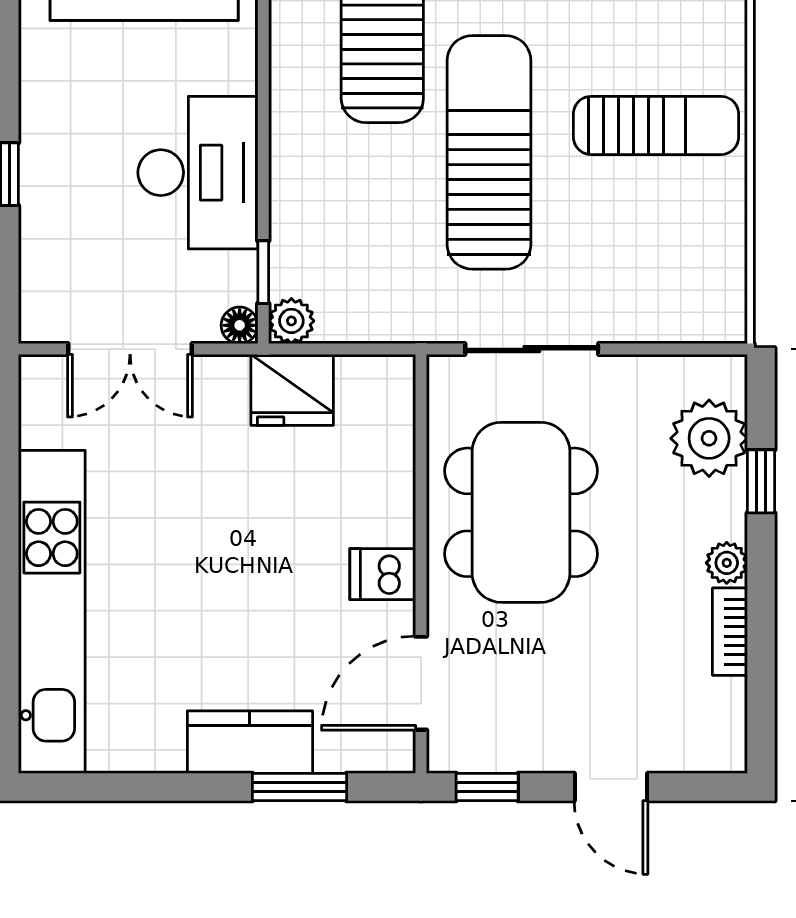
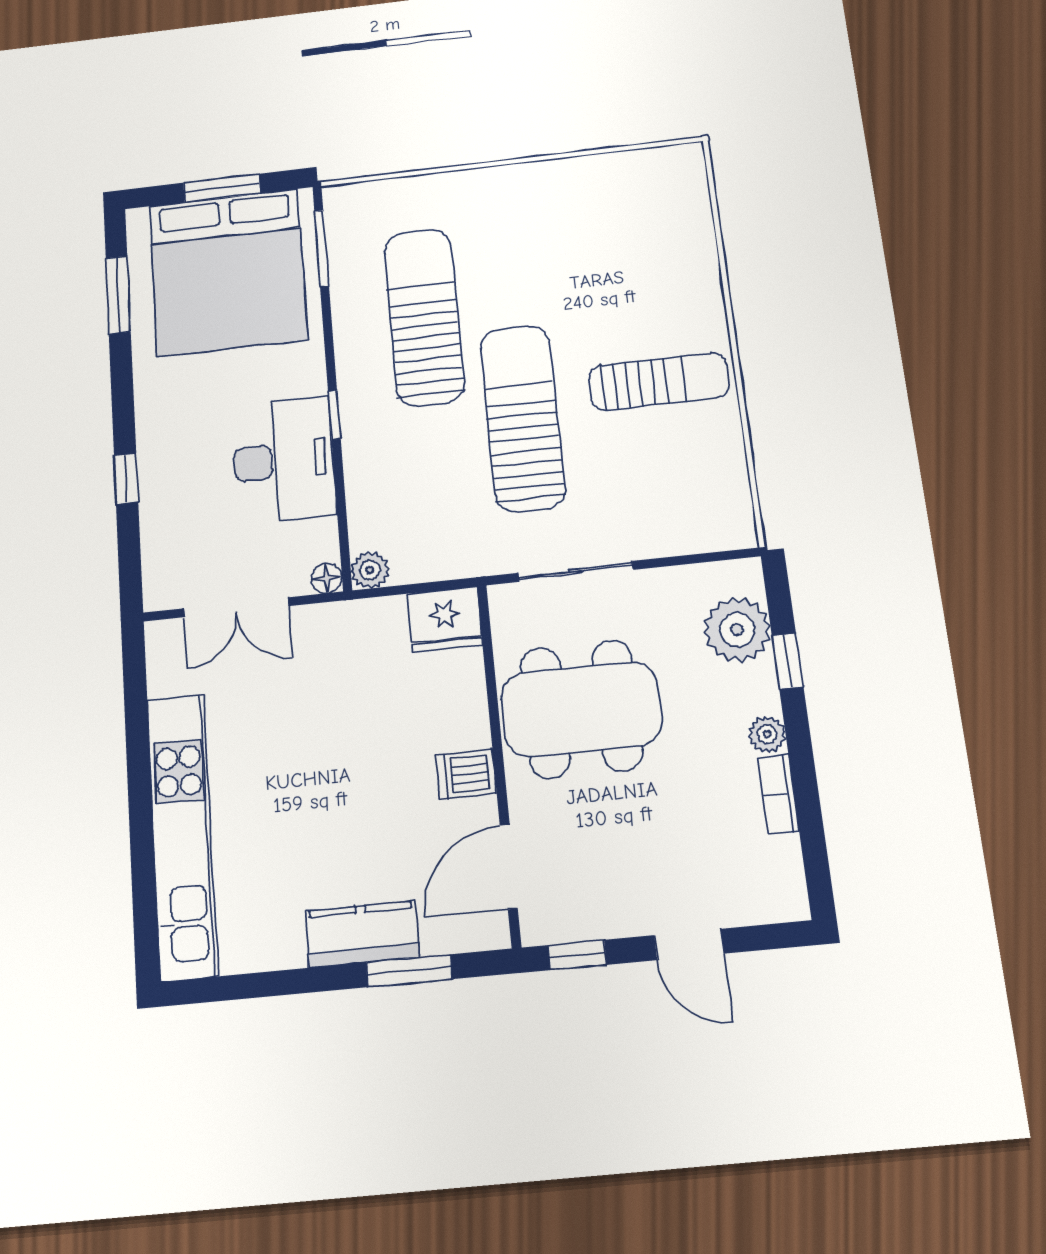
window: (263, 272) -> (334, 415), moved
fridge: (292, 390) -> (445, 619), moved
dining table: (521, 512) -> (581, 709), turned 90

